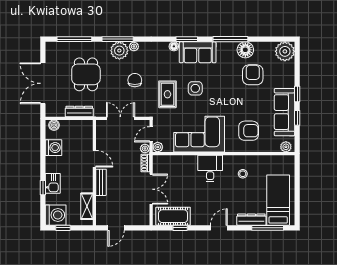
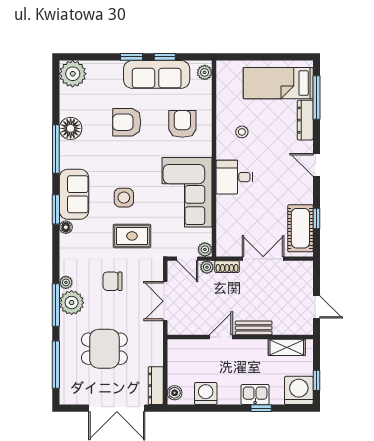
armchair: (253, 75) -> (127, 122), moved
dresser: (79, 111) -> (156, 386), moved

